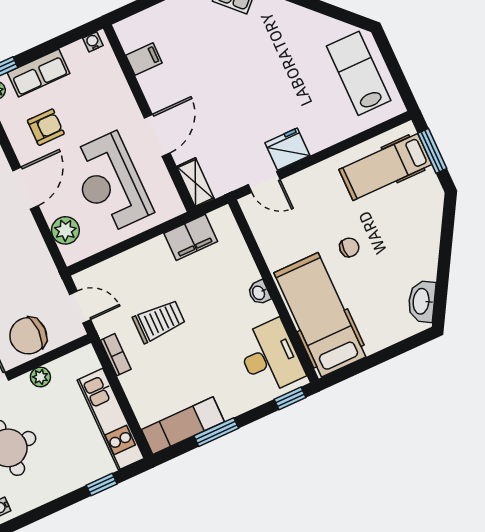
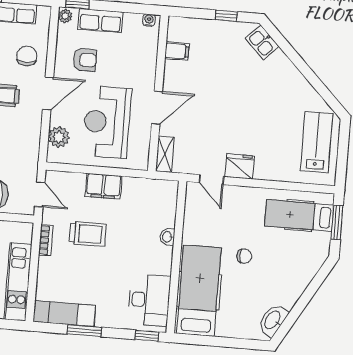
filing cabinet: (191, 237) -> (104, 186), moved
washbasin: (259, 293) -> (167, 237), moved

